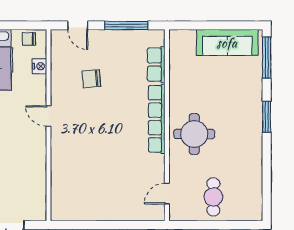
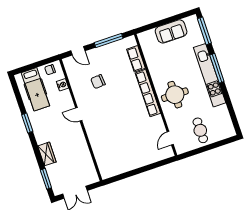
sofa: (227, 43) -> (171, 31), width x0.73
window: (267, 117) -> (217, 68), width x1.44
kitchen unit: (253, 123) -> (210, 75), added

